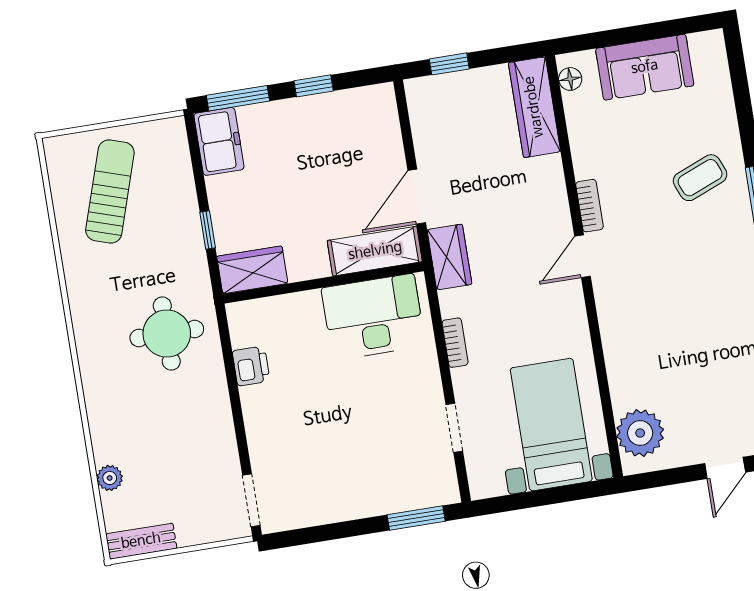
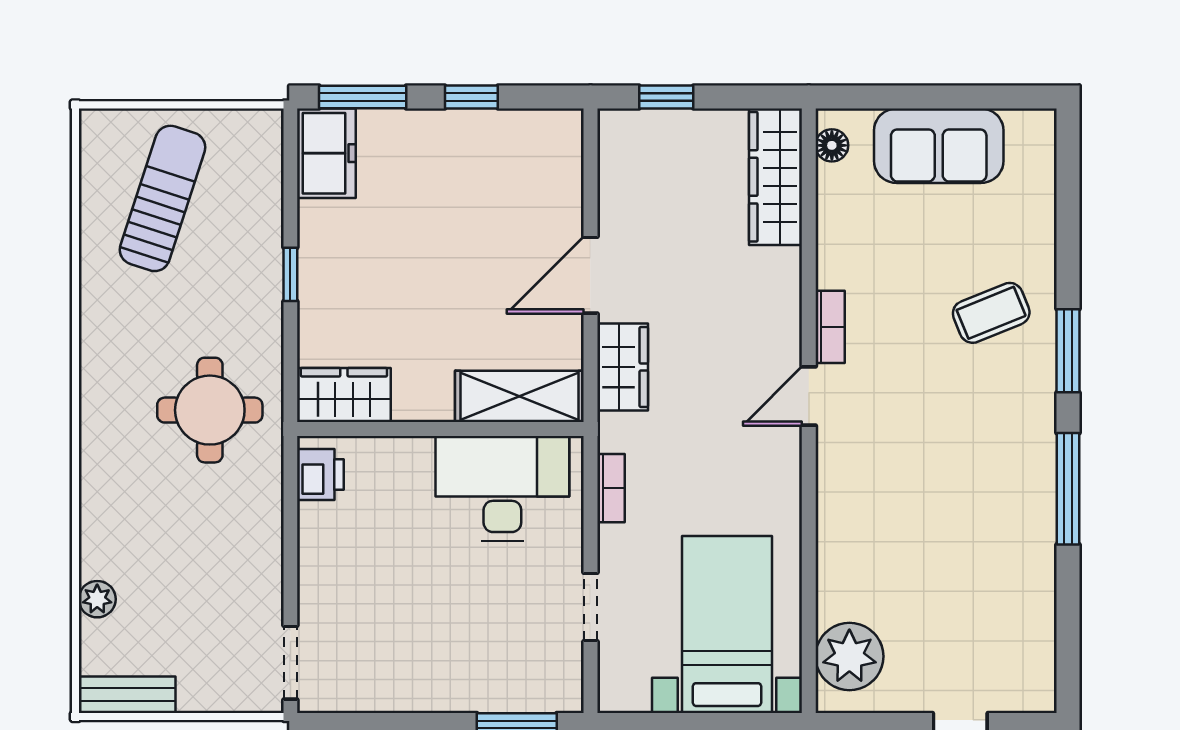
shelving: (375, 251) -> (519, 396), moved
wardrobe: (252, 270) -> (344, 395), moved
wall: (323, 283) -> (440, 429), moved
desk: (373, 317) -> (502, 488), moved

